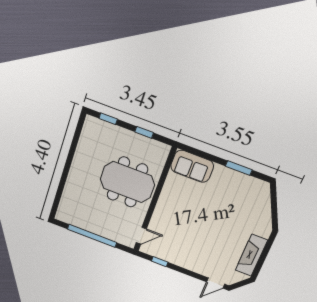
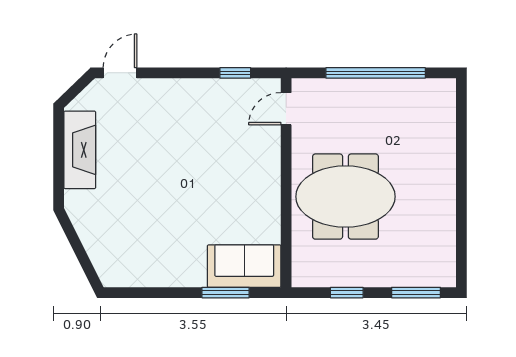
window: (108, 119) -> (416, 293), width x1.50
window: (239, 168) -> (226, 293), moved

